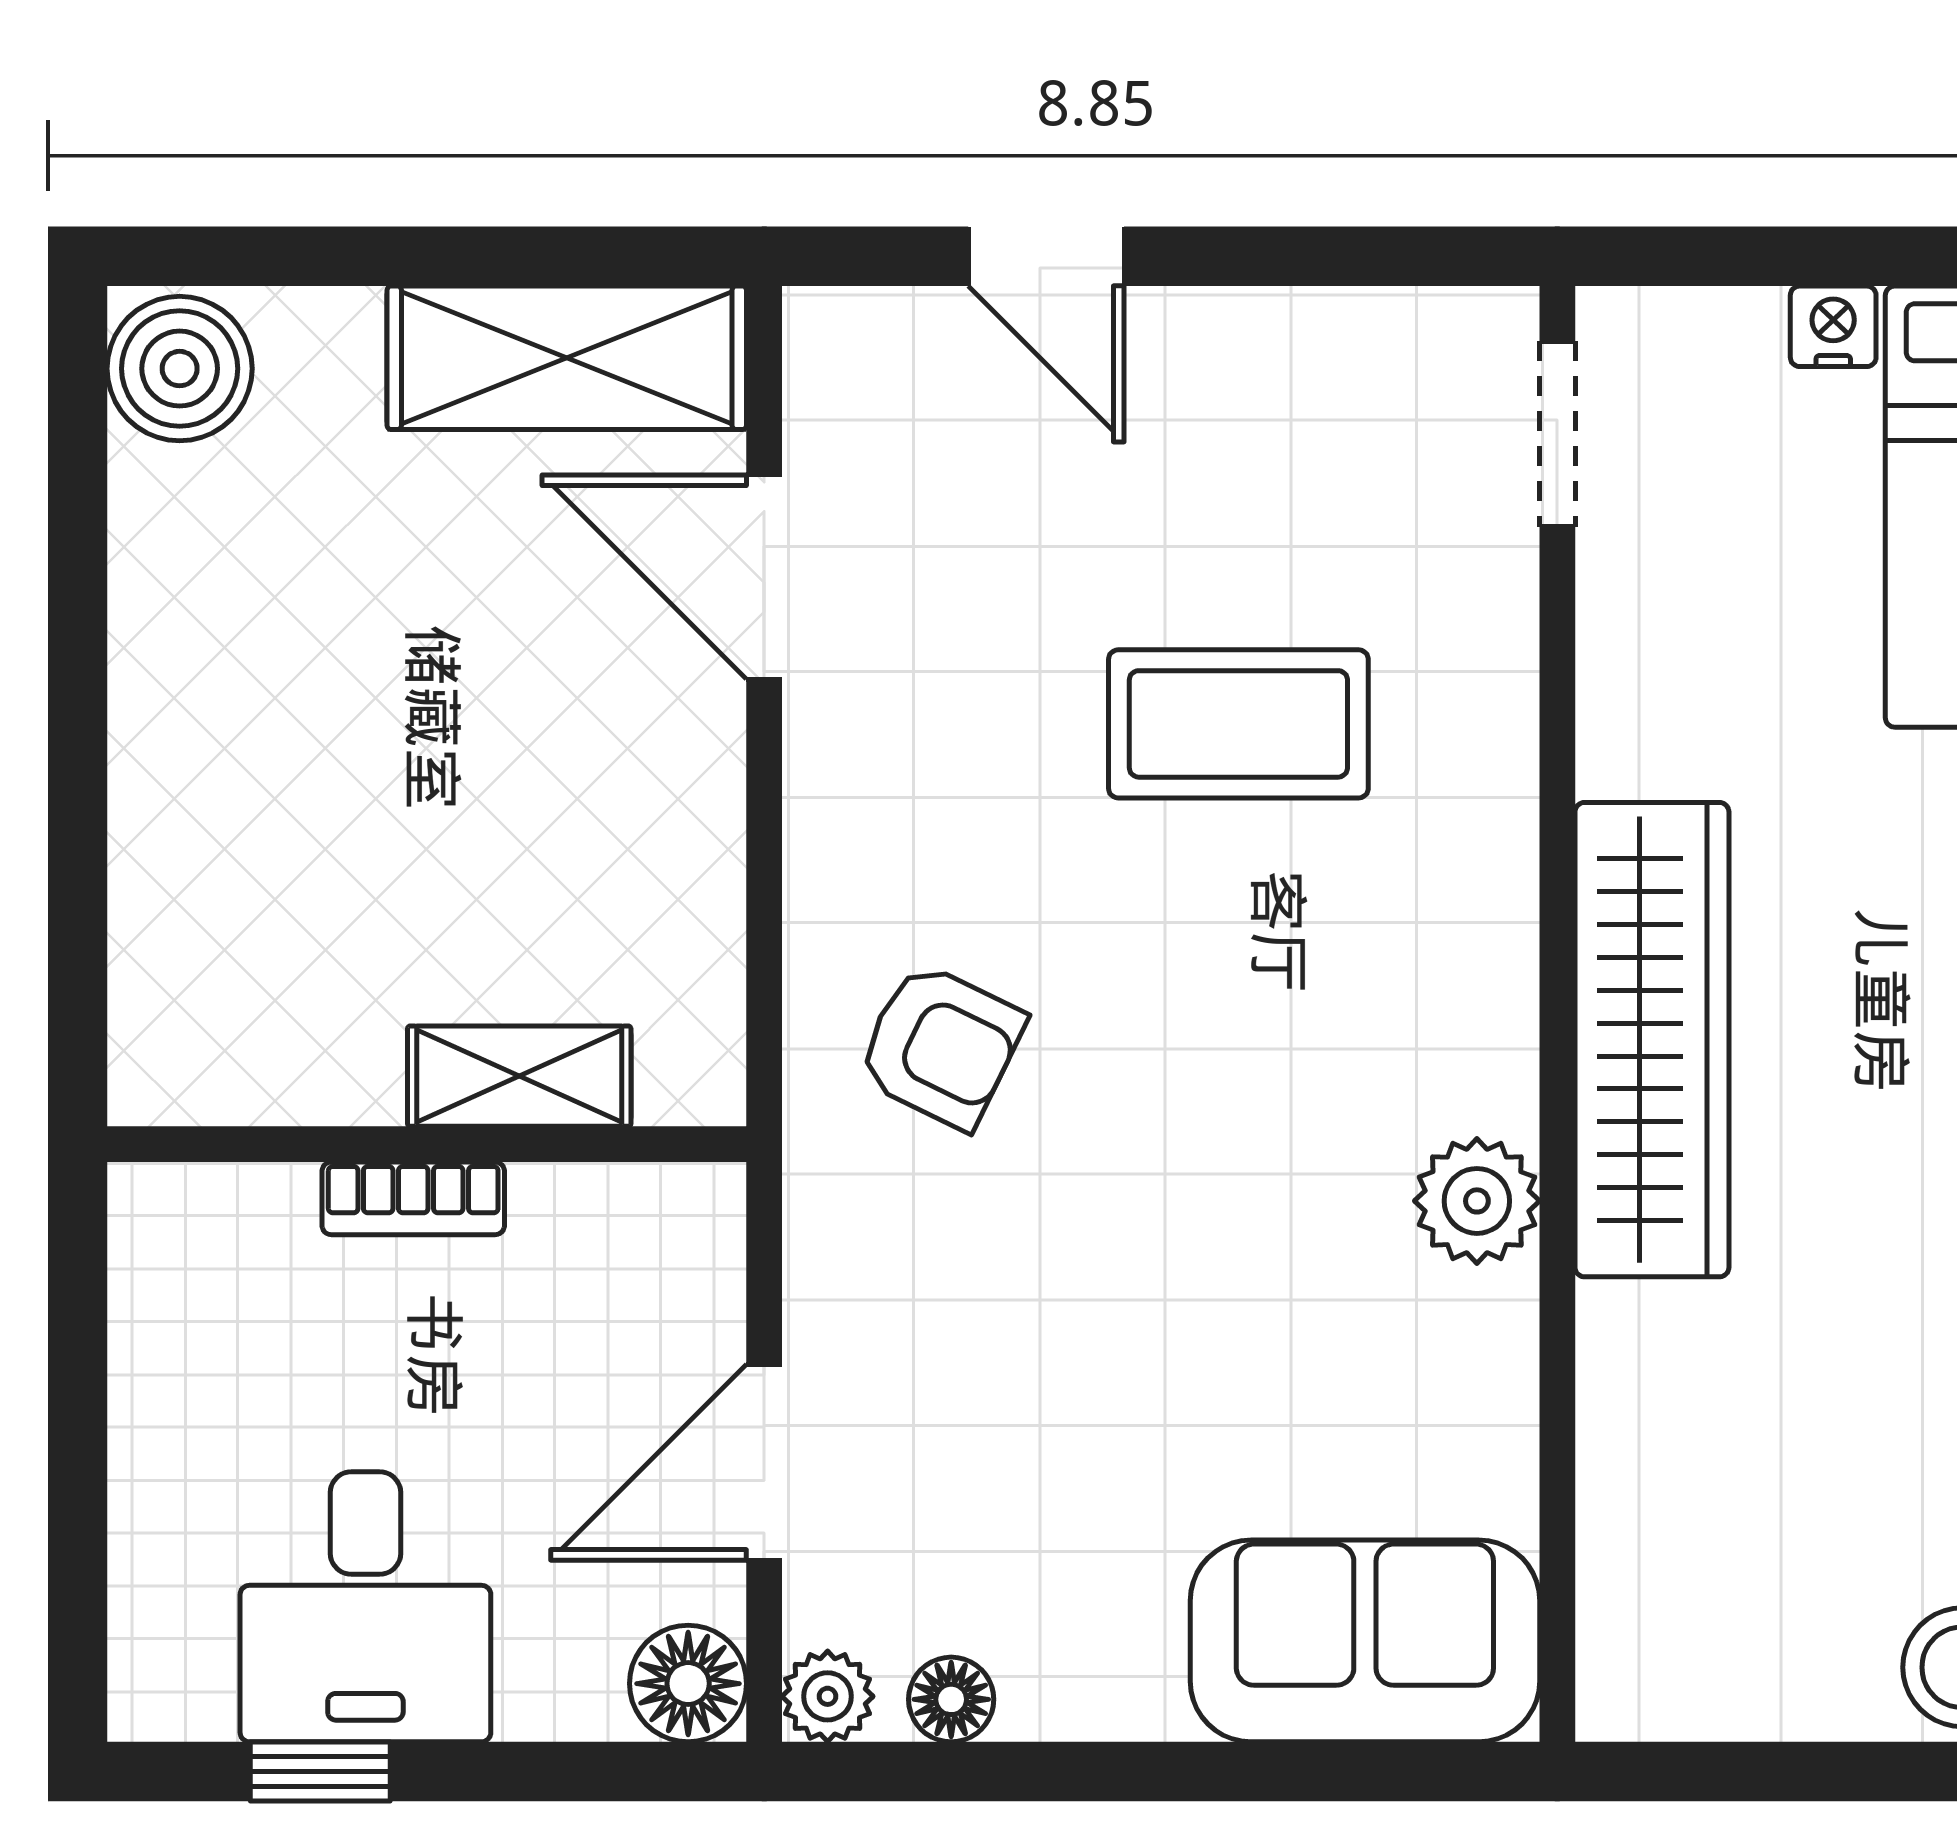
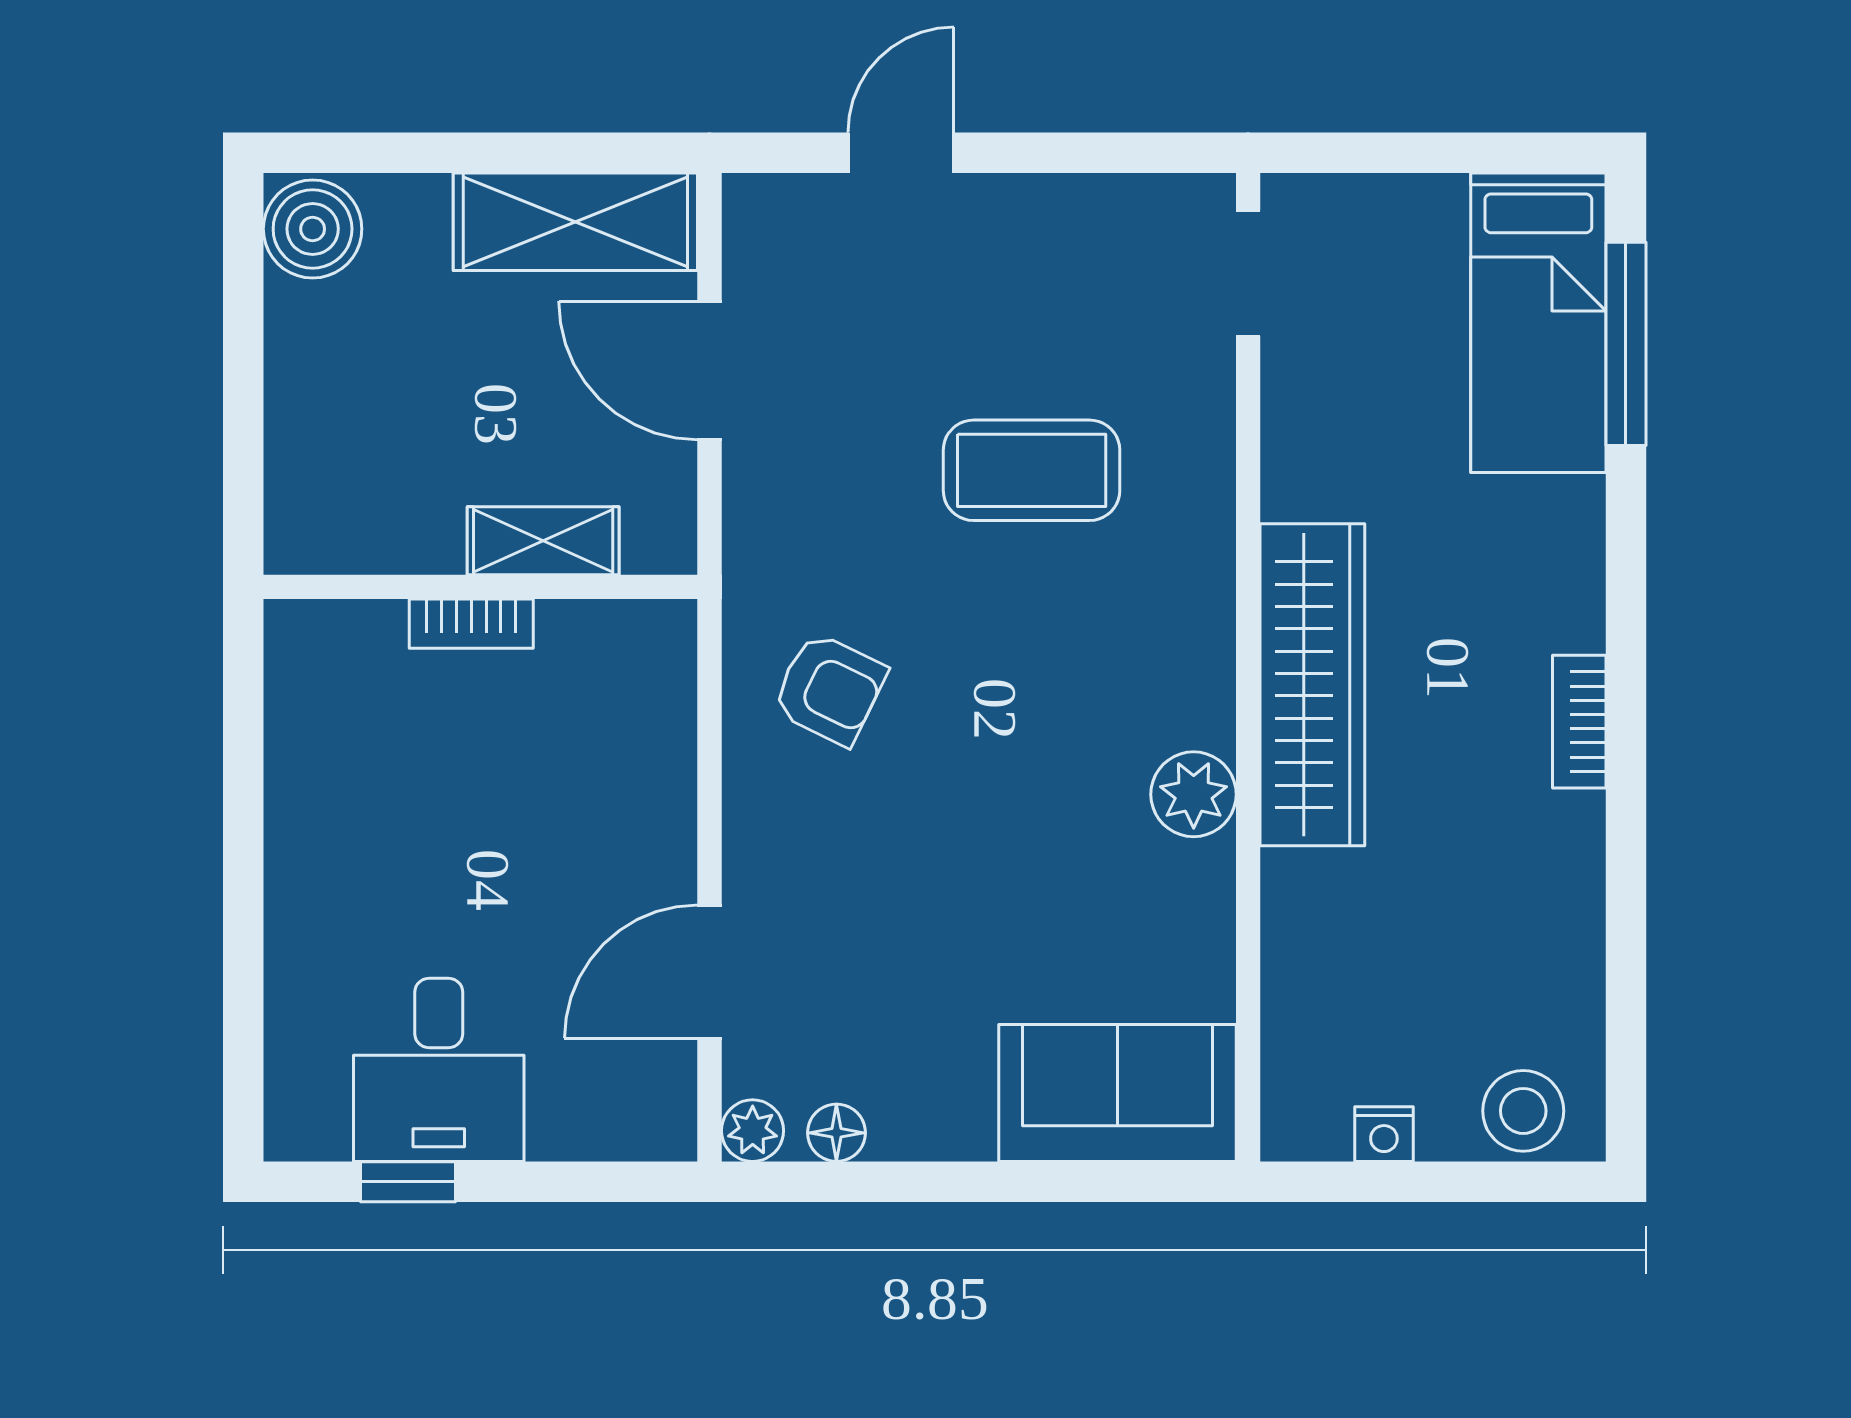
door: (1046, 256) -> (901, 153), swing flipped
nightstand: (1833, 326) -> (1384, 1134), moved, turned 180
shelving: (519, 1076) -> (543, 541), moved
wall: (427, 1144) -> (480, 587), moved
bookcase: (413, 1198) -> (471, 624), moved
floor lamp: (688, 1684) -> (658, 1122), removed

